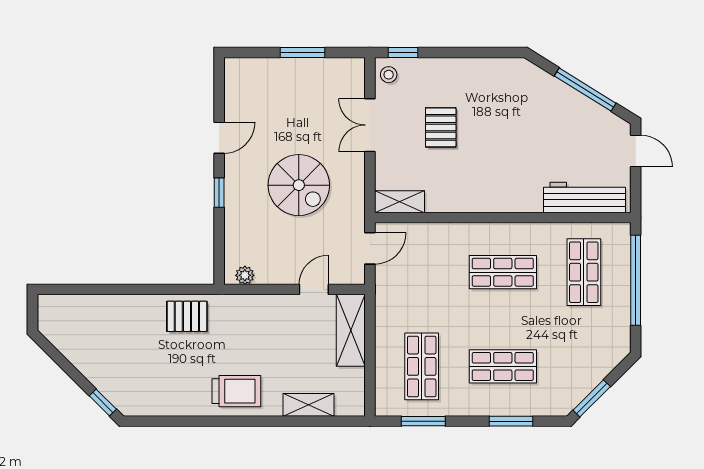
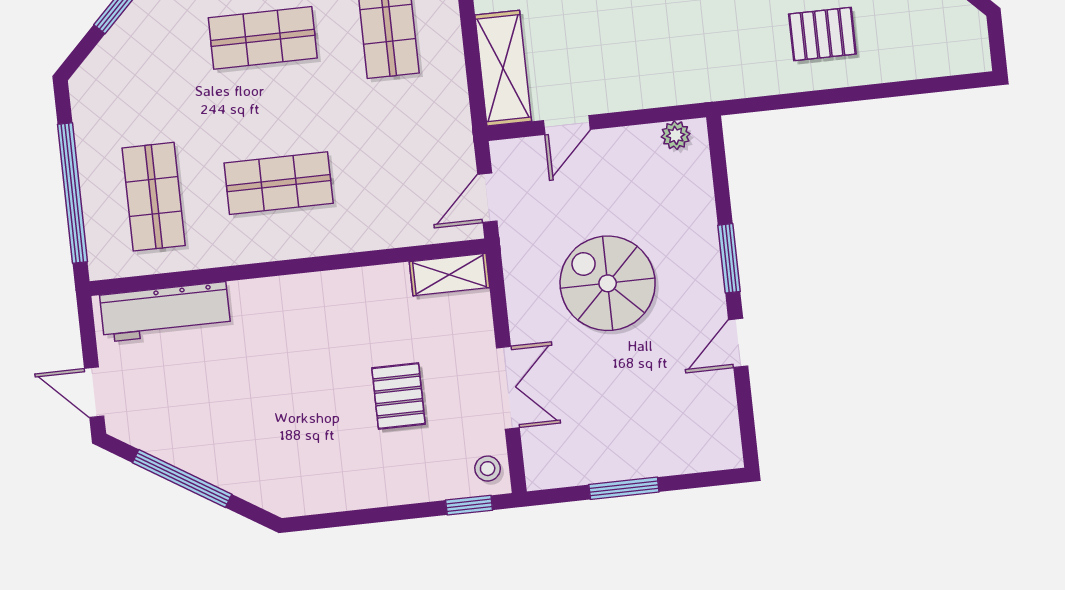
window: (219, 193) -> (729, 258), width x1.50
pallet: (187, 316) -> (822, 34), moved

